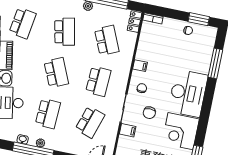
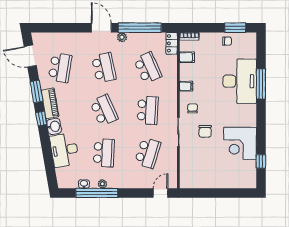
window: (215, 63) -> (261, 84), moved
desk: (188, 93) -> (240, 81), moved
filing cabinet: (128, 130) -> (187, 57), moved

